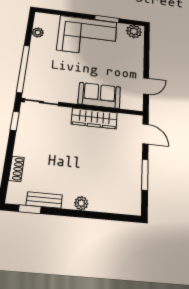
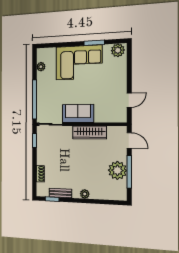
sofa: (99, 95) -> (78, 113), moved
plant: (129, 172) -> (117, 170), added
window: (145, 175) -> (129, 172), width x1.44

